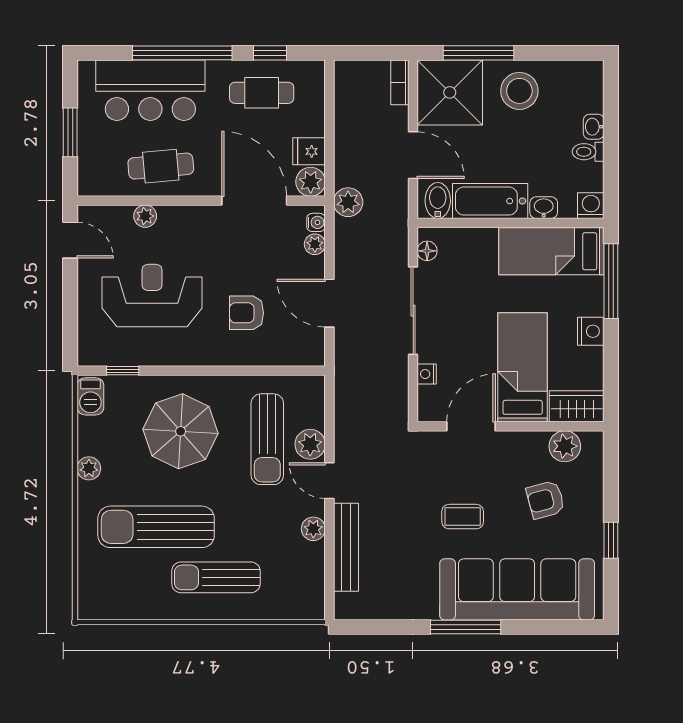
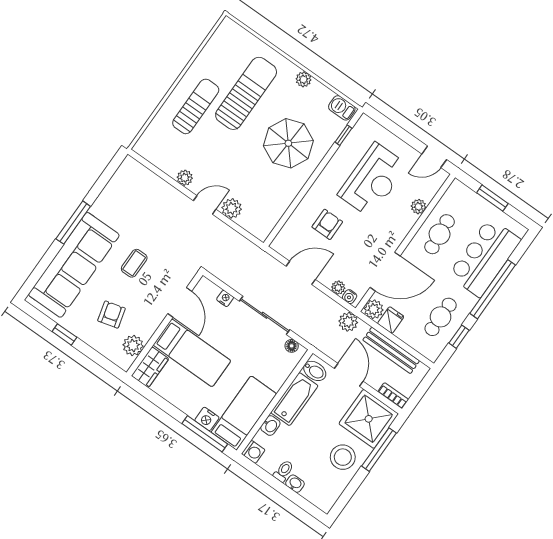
door: (413, 155) -> (349, 375), swing flipped
nightstand: (591, 331) -> (207, 419), moved
sun lounger: (267, 439) -> (251, 187), removed
bench: (346, 547) -> (391, 350), moved

